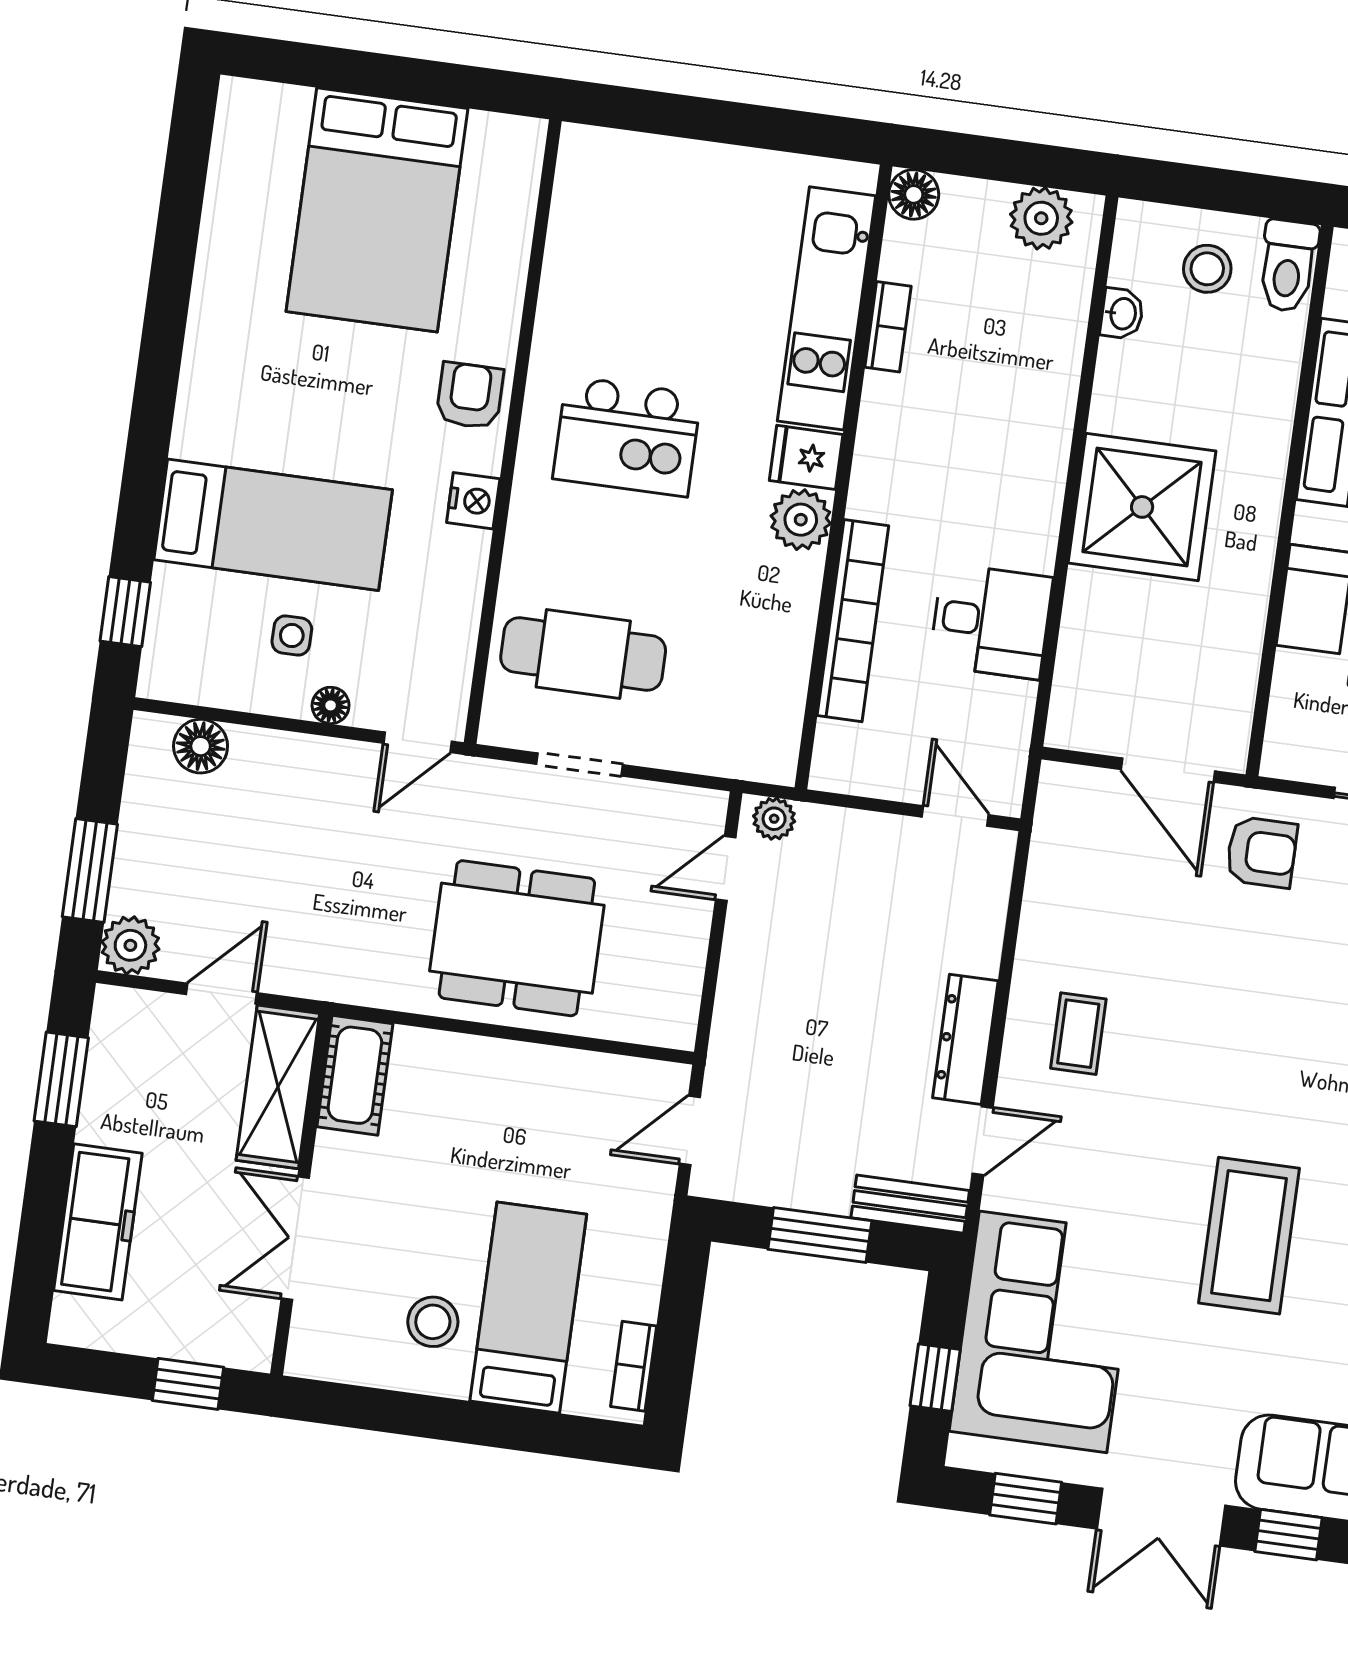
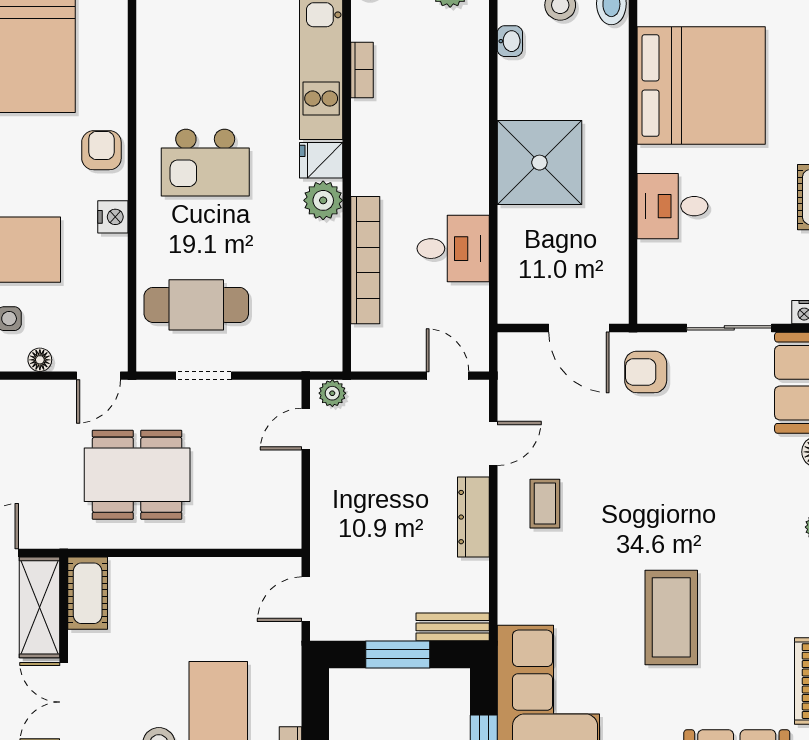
armchair: (1261, 852) -> (646, 372), turned 180
dining table: (517, 938) -> (137, 475), moved
door: (983, 1141) -> (493, 443), moved

